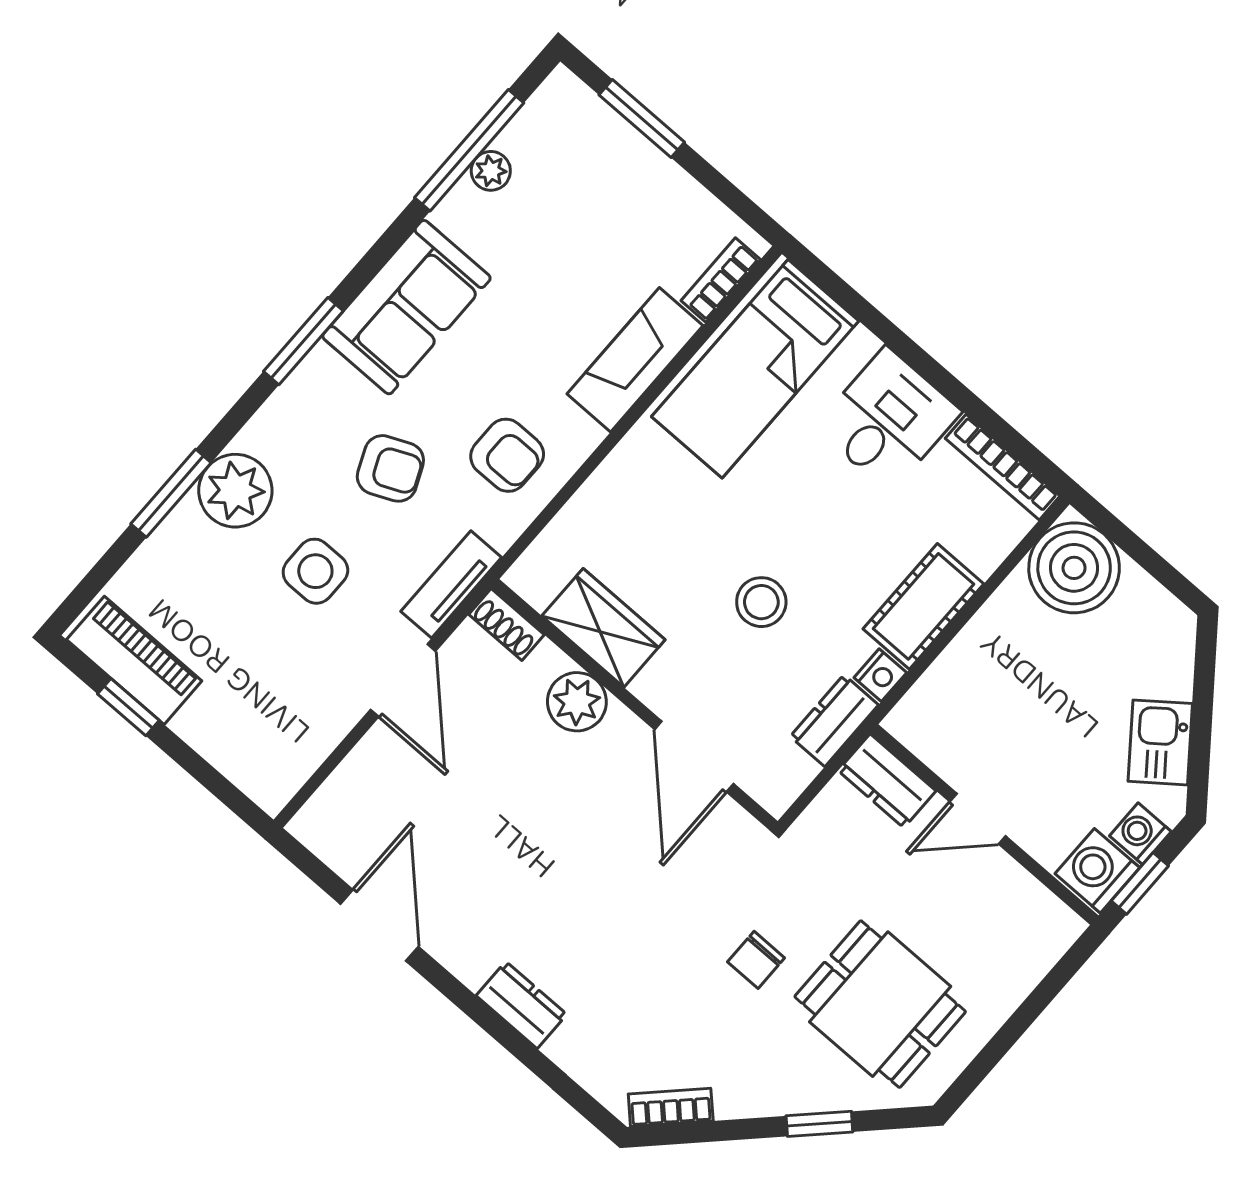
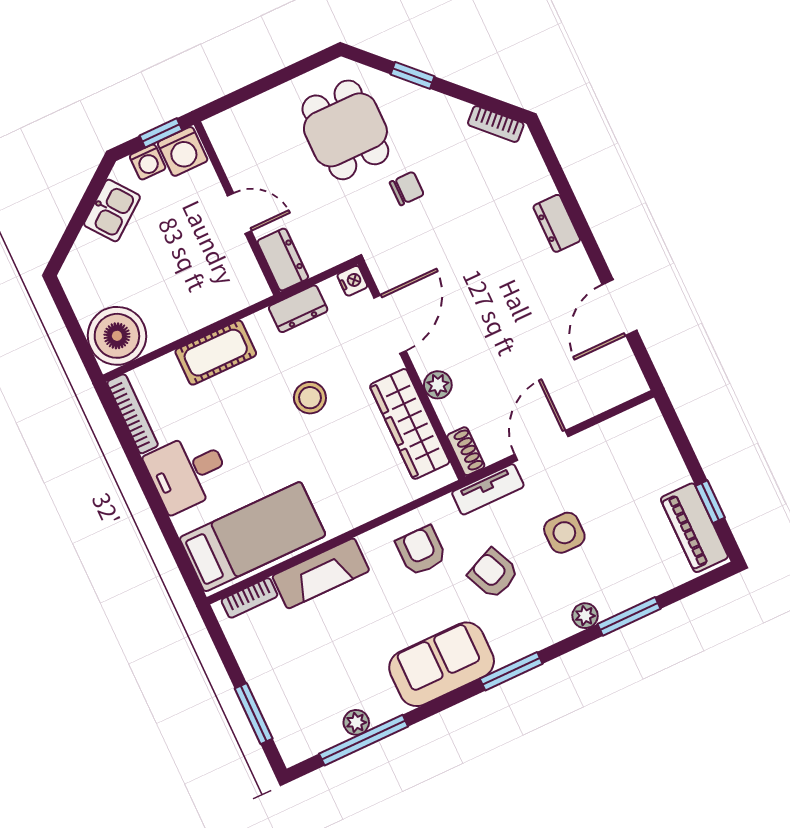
plant: (235, 491) -> (585, 616), width x0.53, depth x0.53
wardrobe: (603, 628) -> (410, 424), width x1.50
nightstand: (880, 675) -> (352, 281), moved, turned 90
plant: (577, 702) -> (438, 385), width x0.73, depth x0.73

